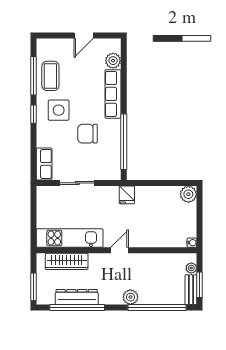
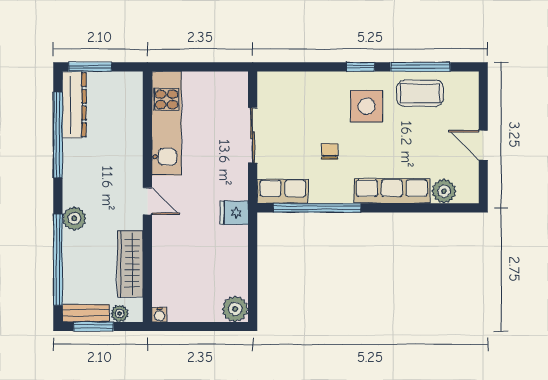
chair: (87, 134) -> (330, 151), width x0.54, depth x0.54
row of seats: (44, 164) -> (283, 191), moved, turned 180
wardrobe: (67, 261) -> (130, 264), moved
dresser: (77, 297) -> (74, 105), moved

